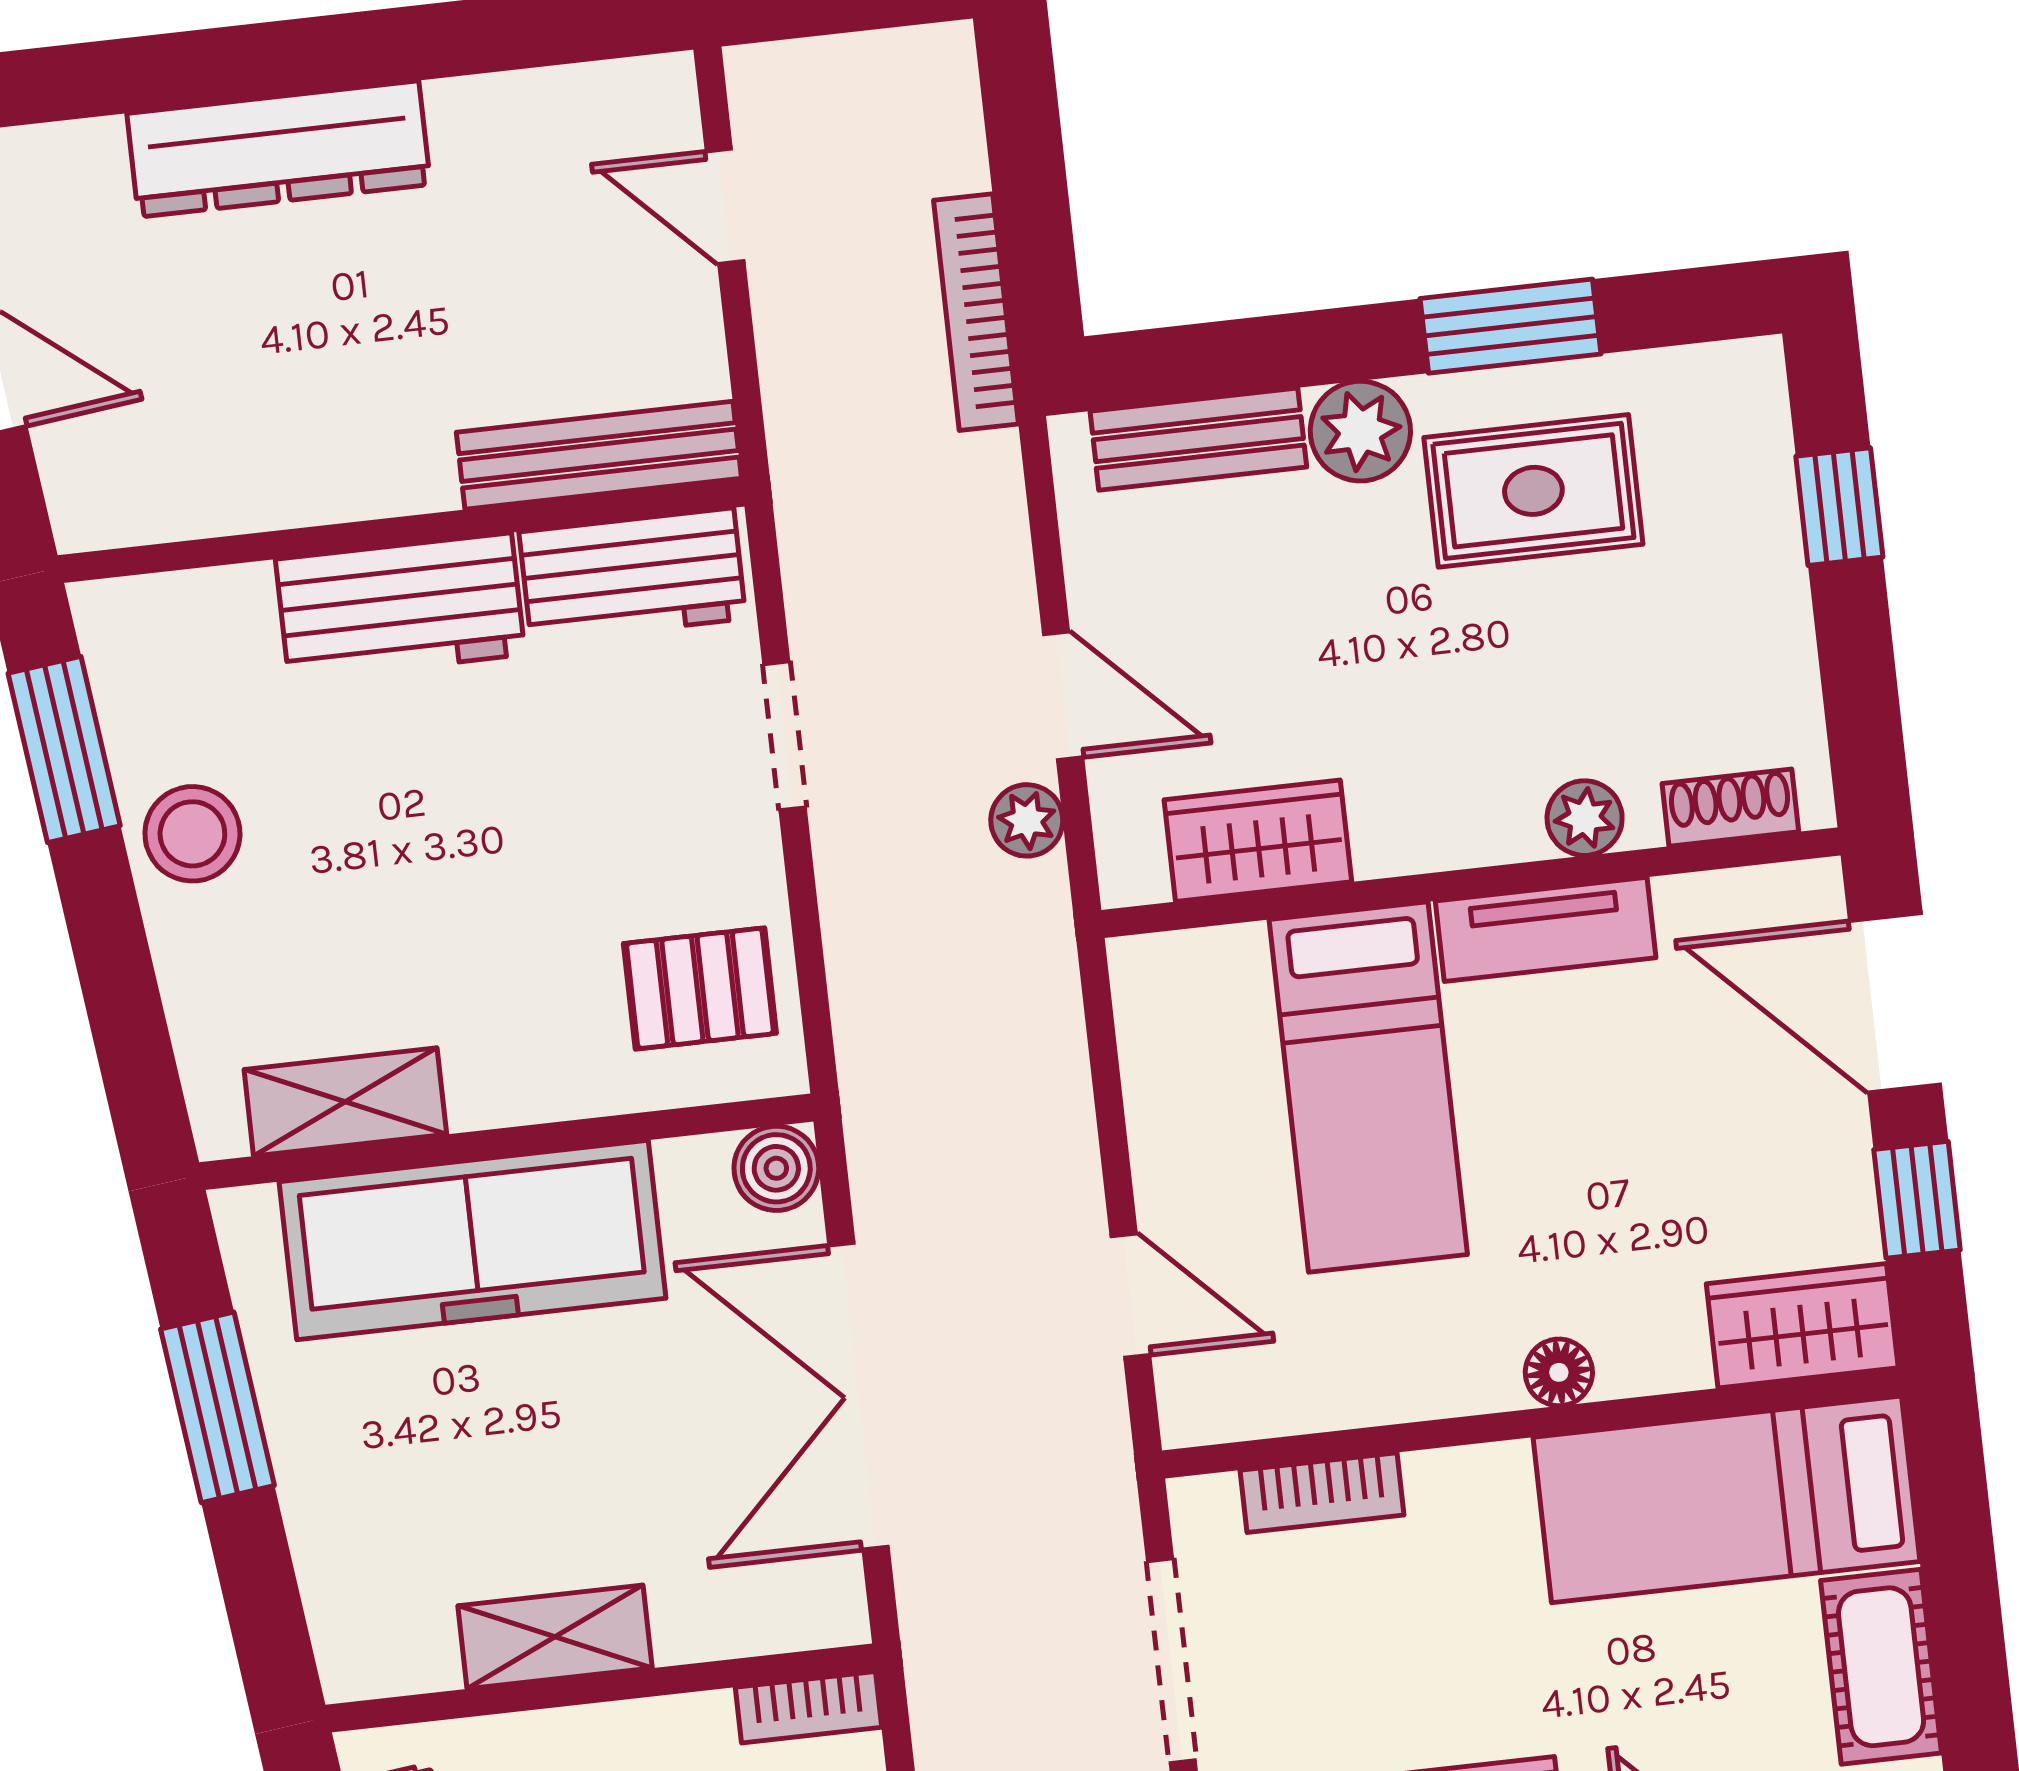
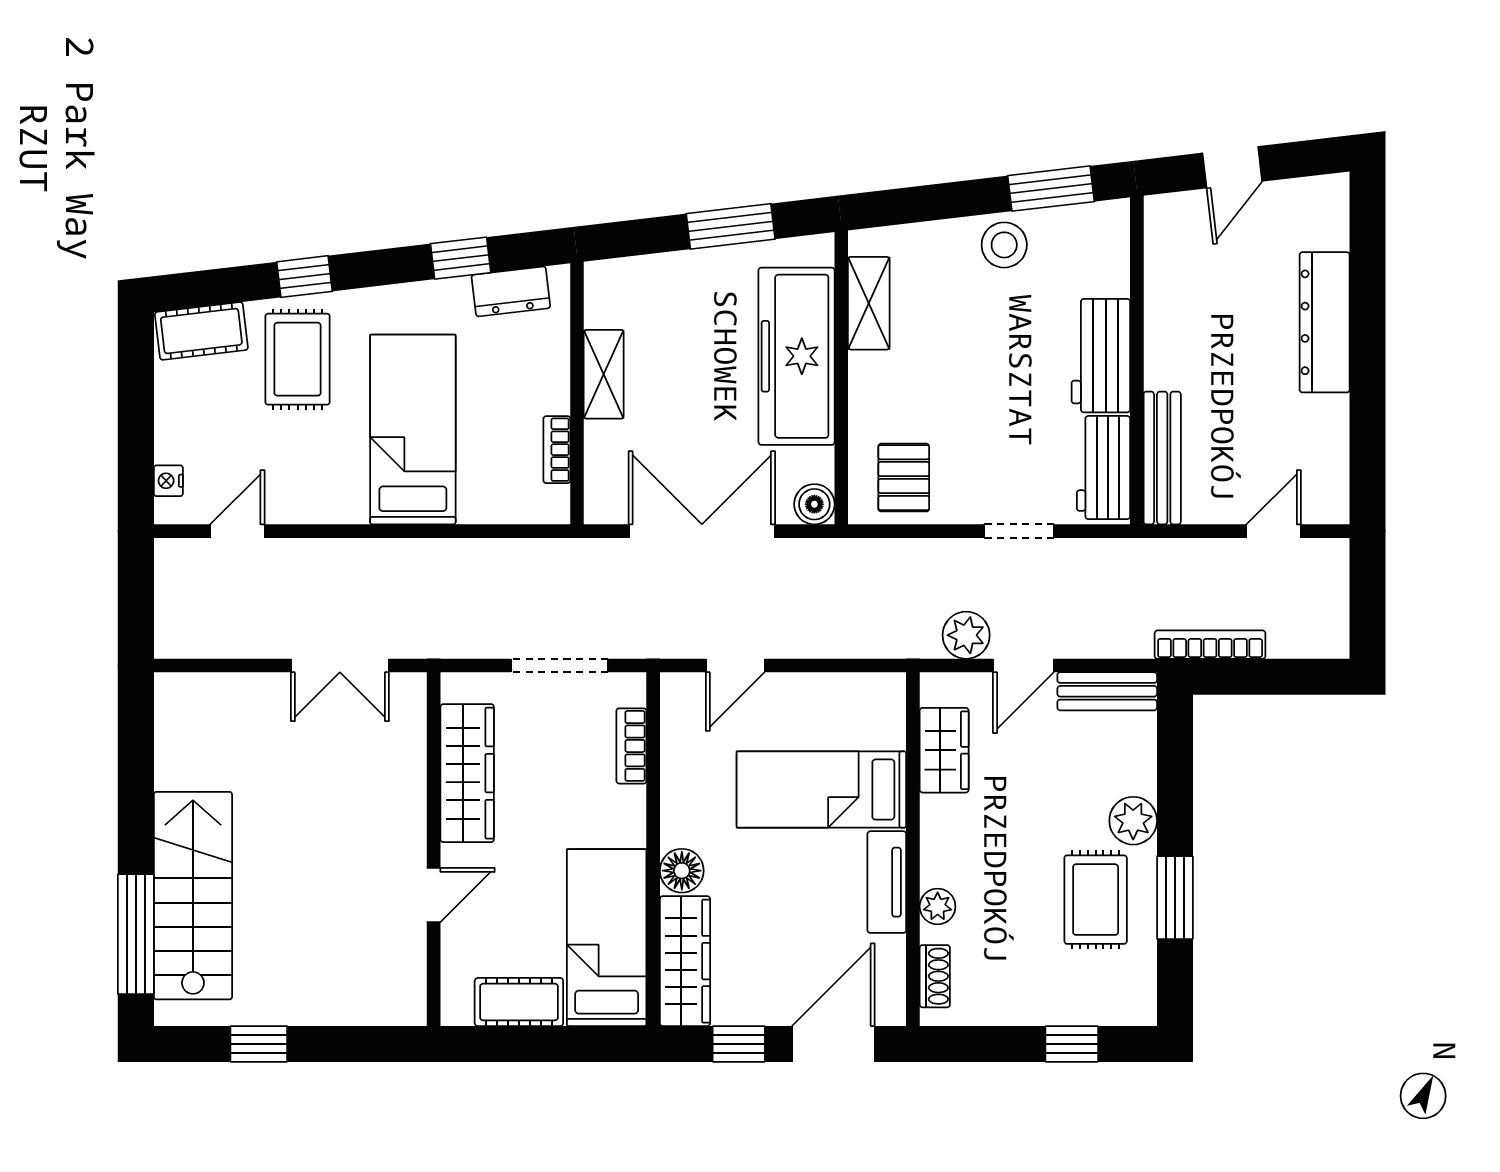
bench: (1198, 439) -> (1107, 691), moved, turned 90
plant: (1027, 820) -> (966, 635), width x1.38, depth x1.38
wardrobe: (1802, 1326) -> (685, 961), width x1.50
floor lamp: (1559, 1372) -> (682, 871), width x1.37, depth x1.37
bookcase: (808, 1707) -> (557, 450), moved

